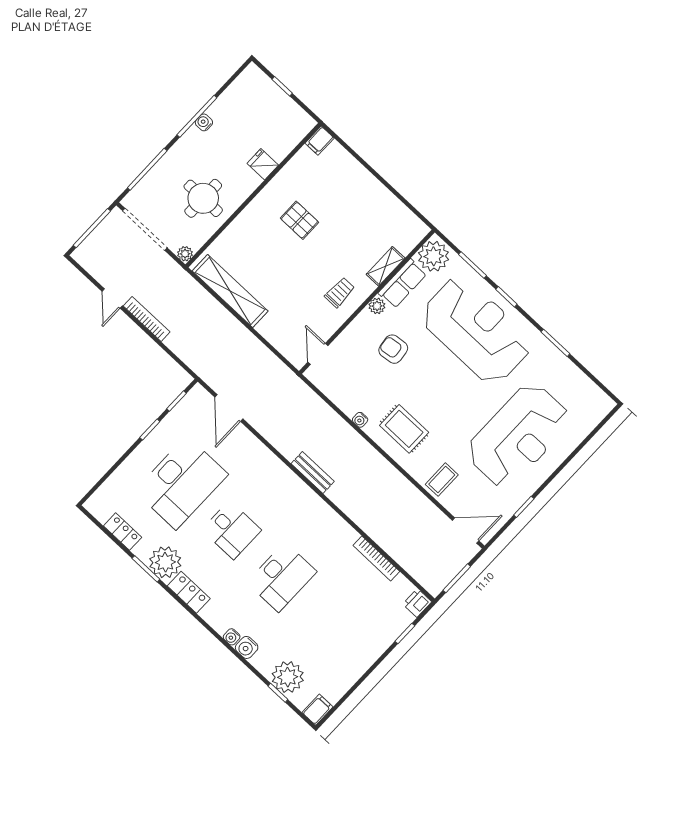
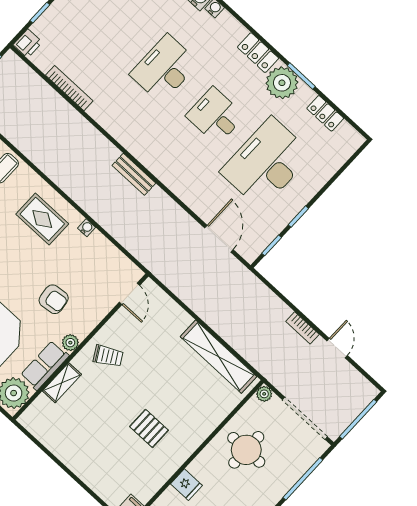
trolley: (340, 292) -> (108, 356), turned -120
bookcase: (147, 319) -> (302, 328), width x0.64

